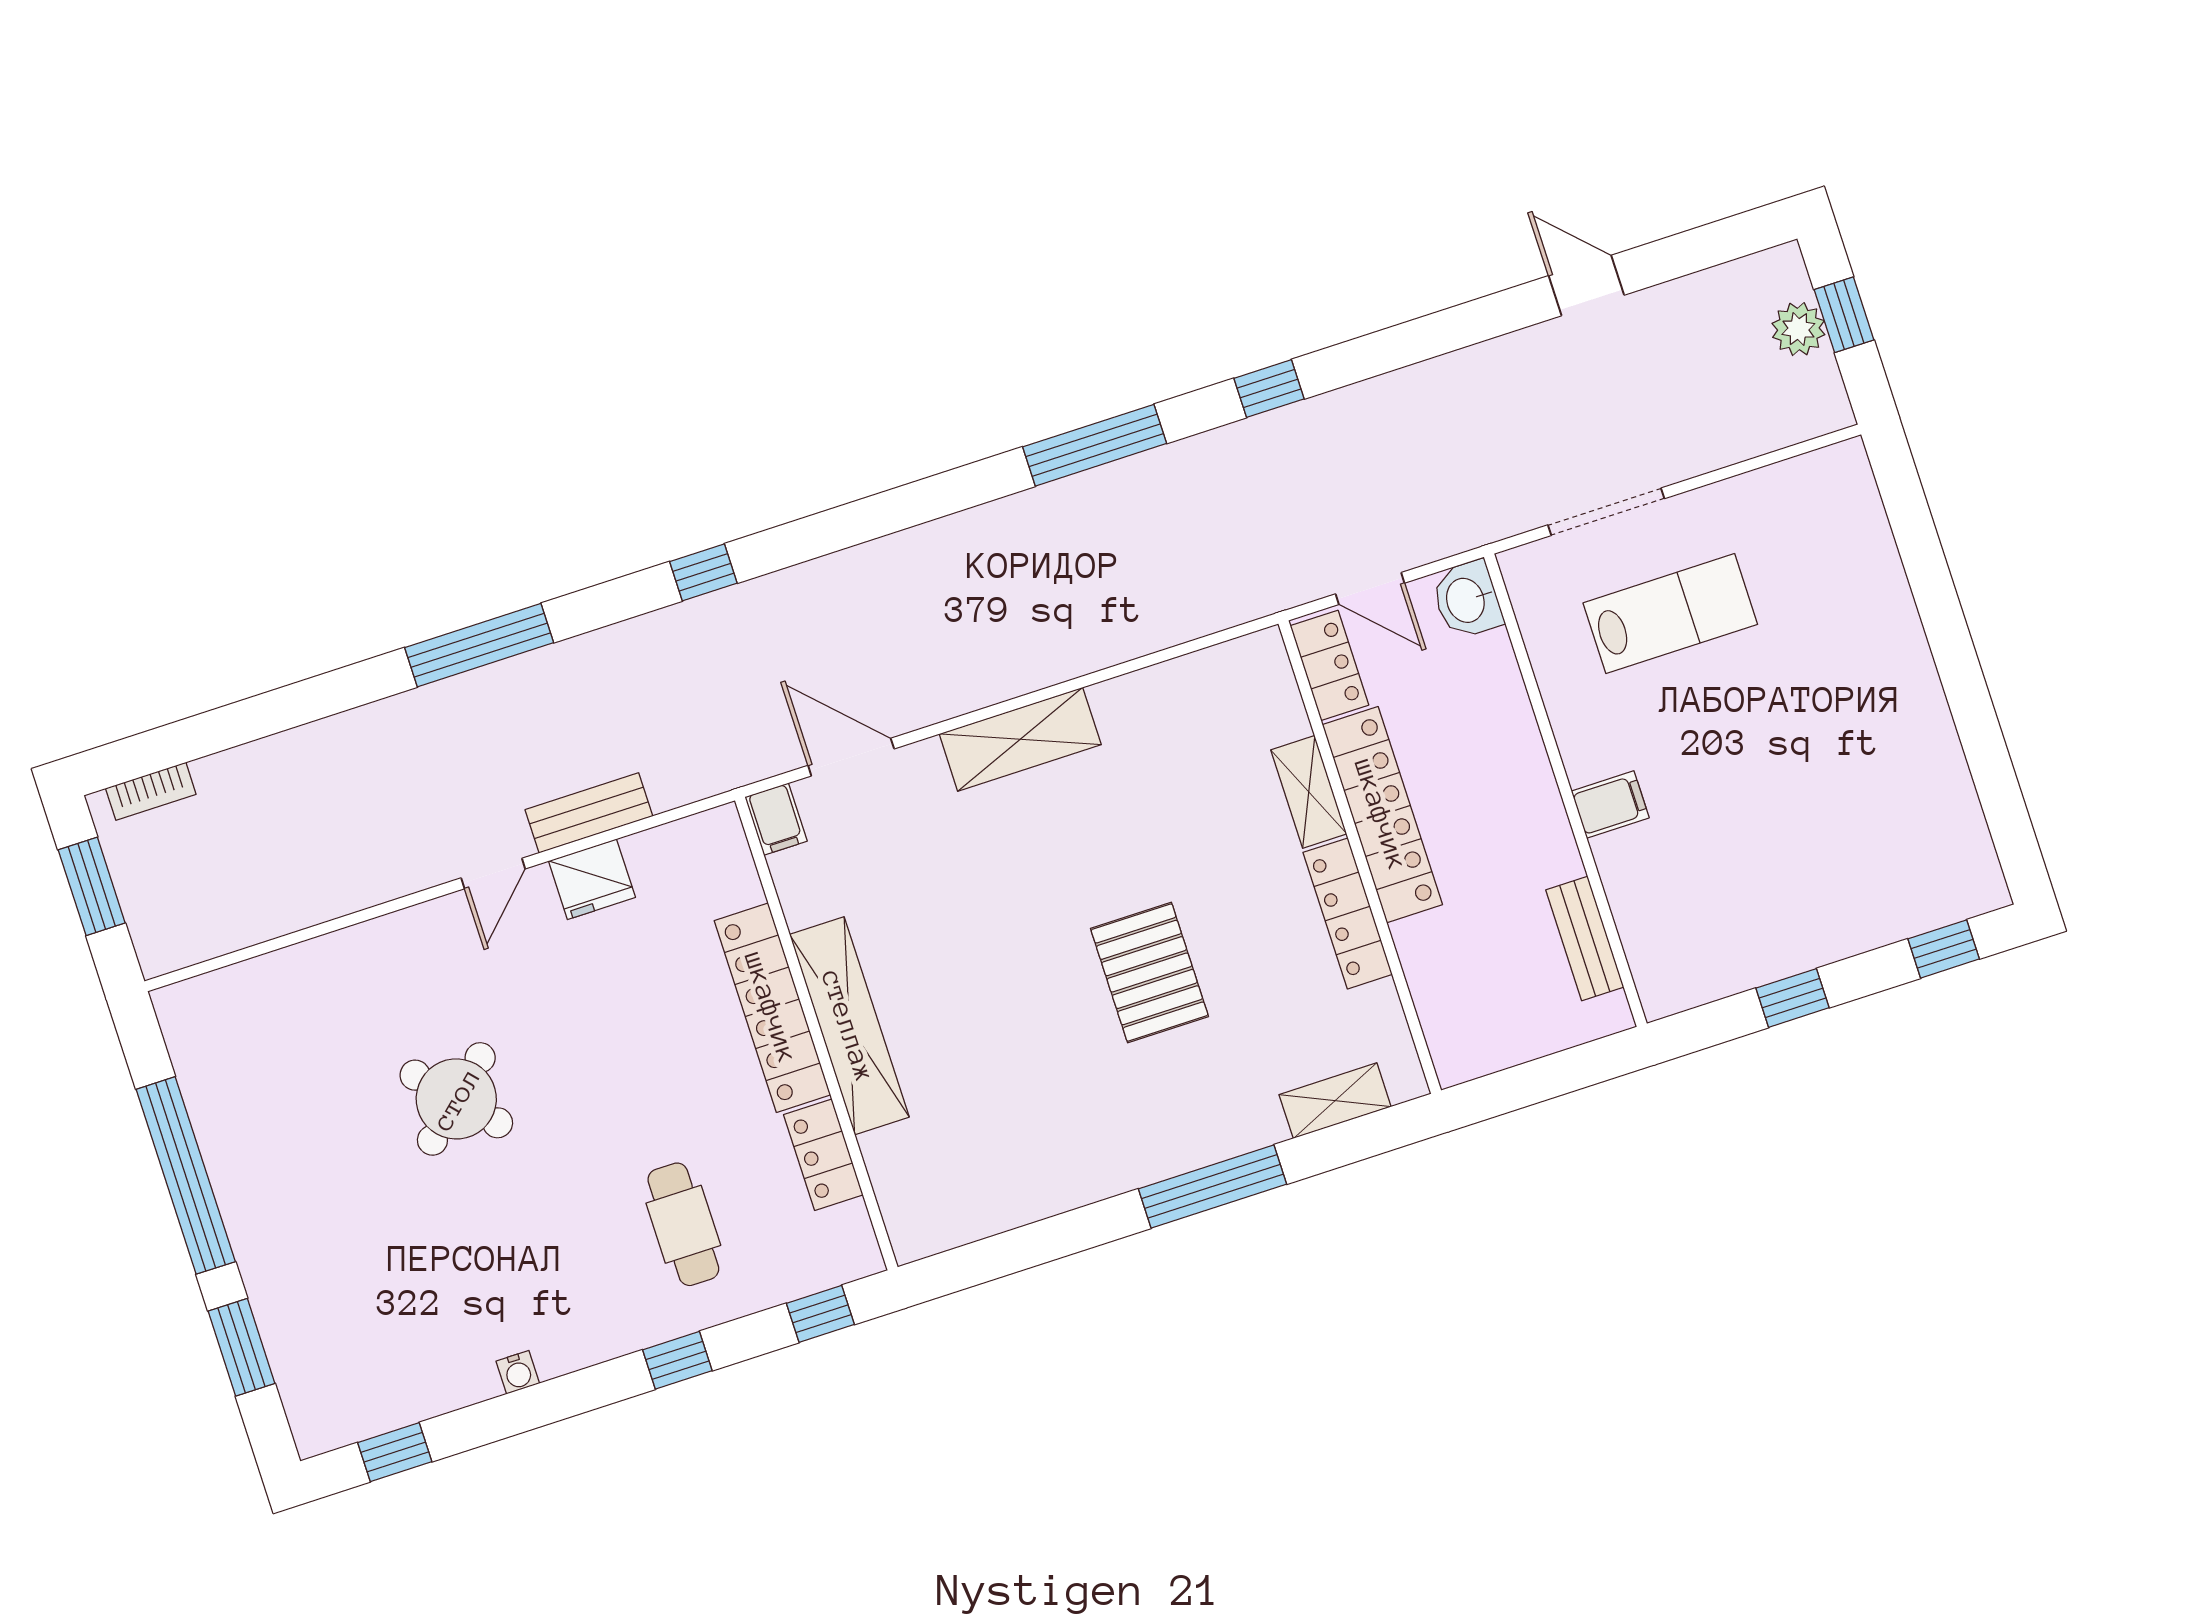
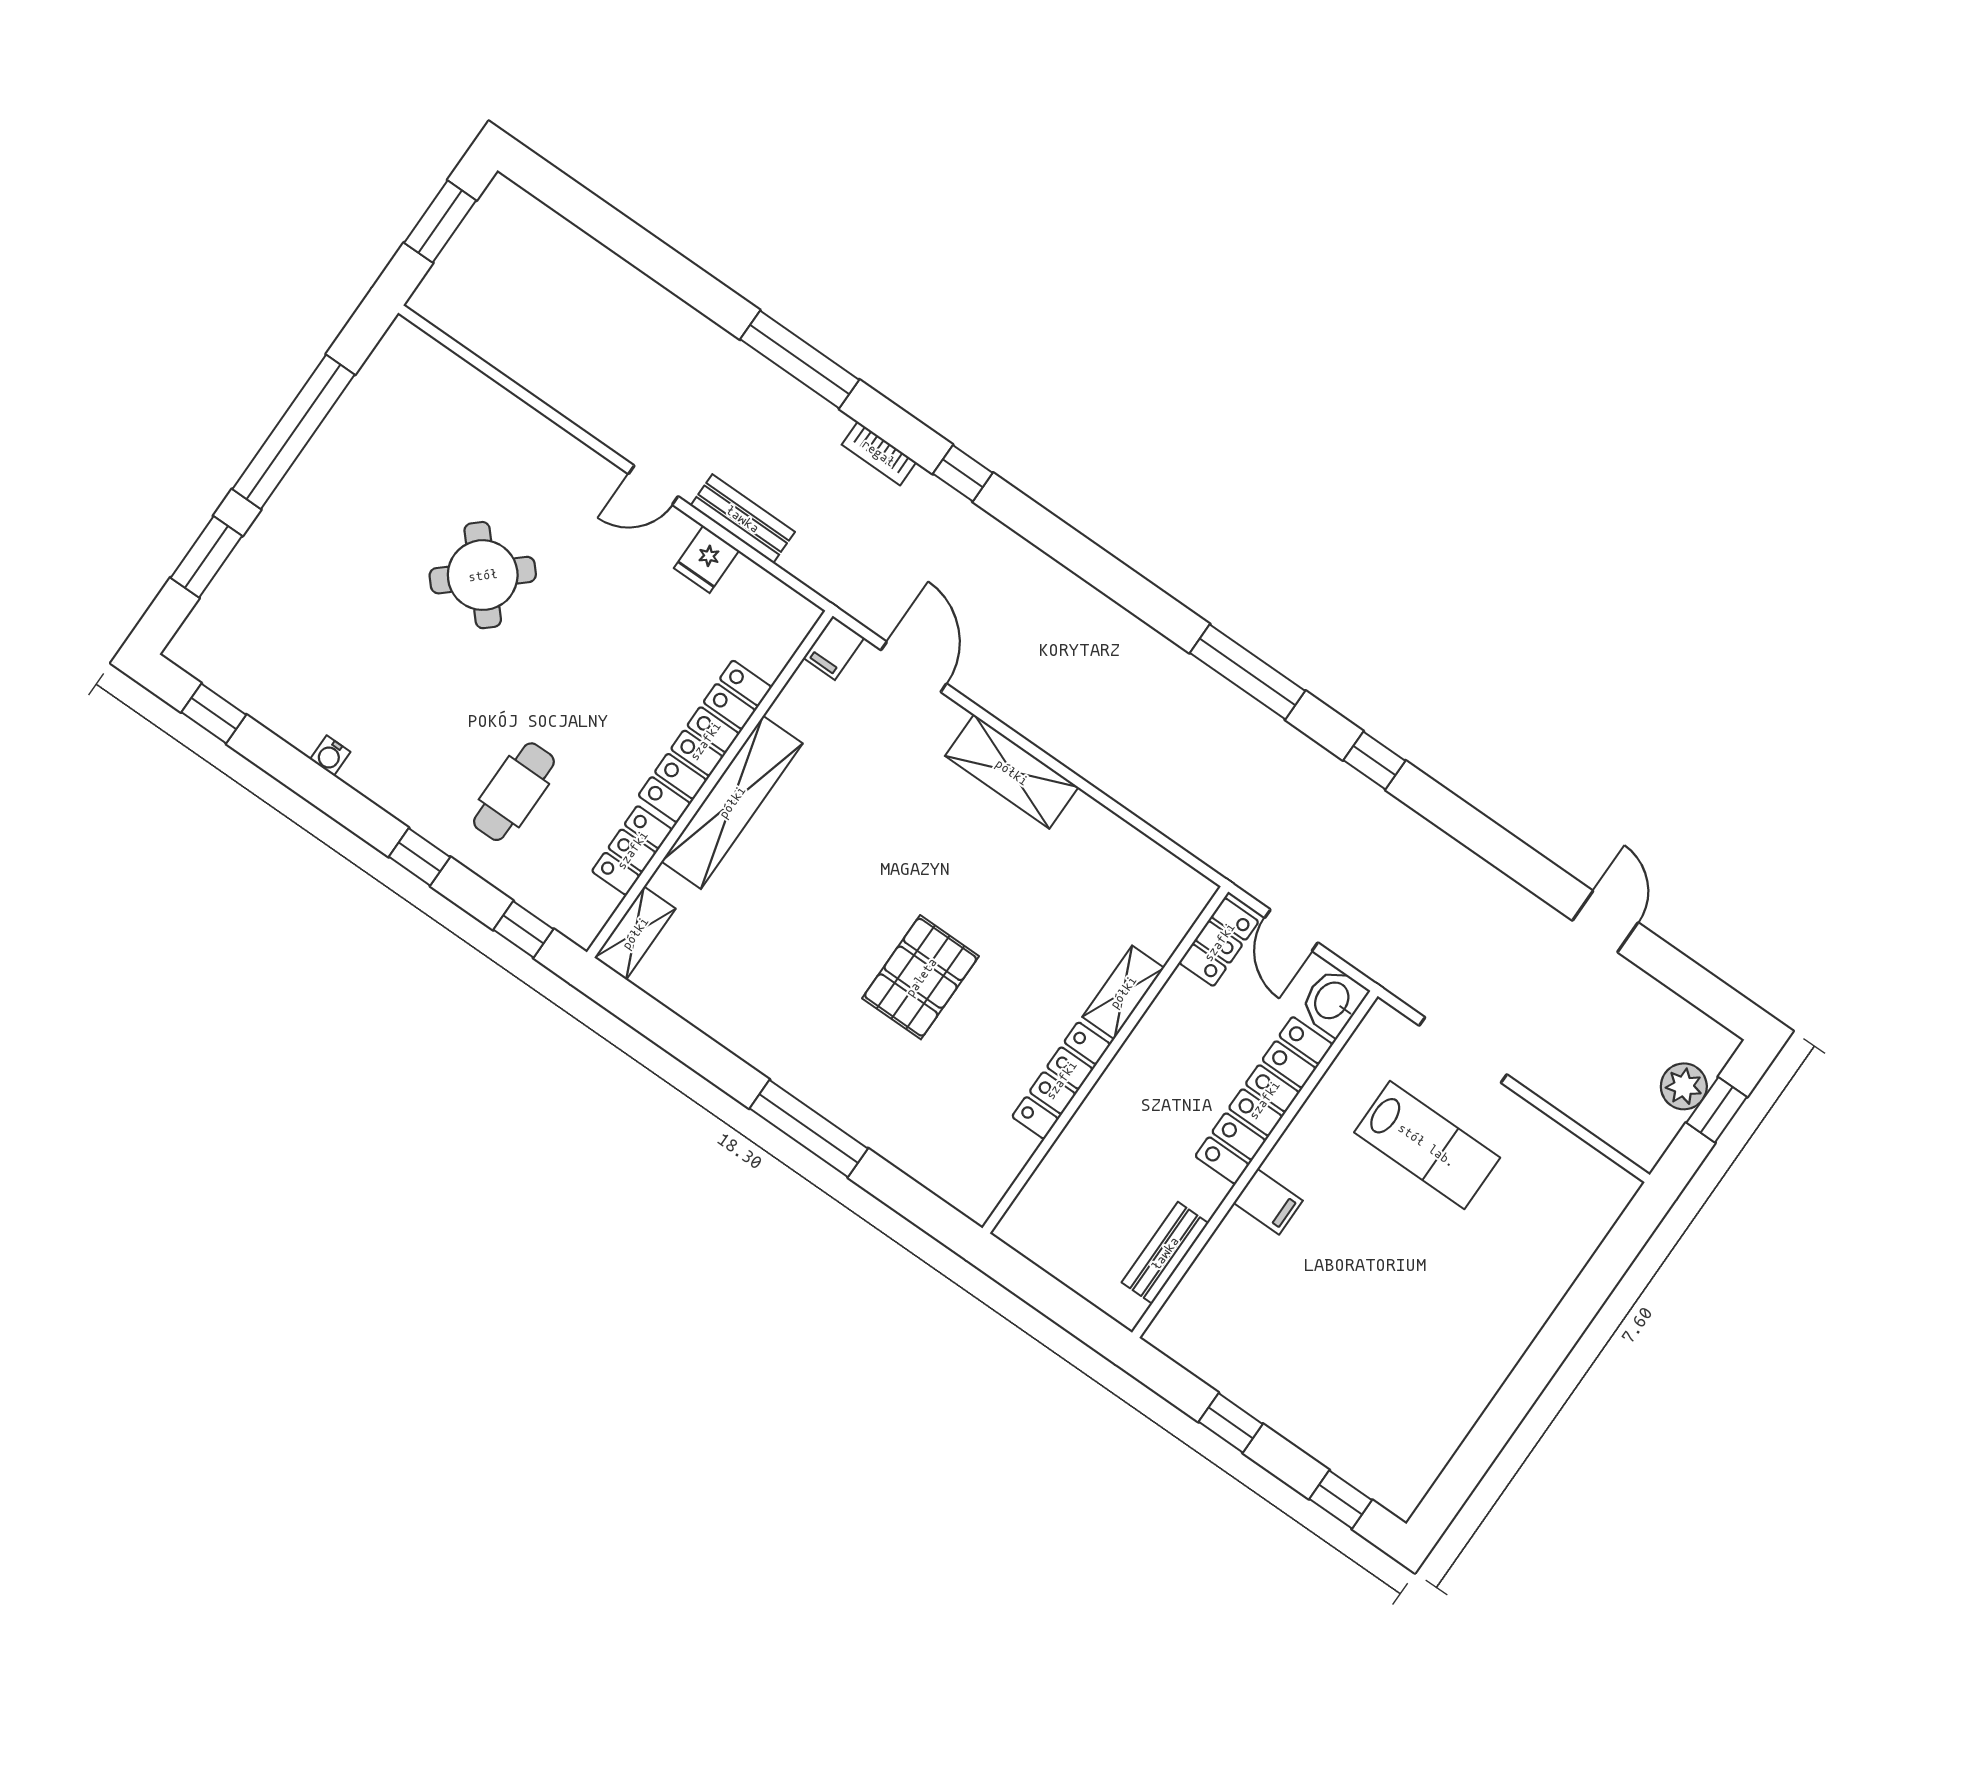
bookcase: (151, 791) -> (879, 453), moved
locker: (1382, 815) -> (1264, 1100), moved, turned 180
fridge: (592, 879) -> (707, 559), width x0.72
shelving: (1335, 1101) -> (635, 933), moved, turned 90

